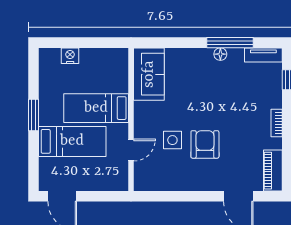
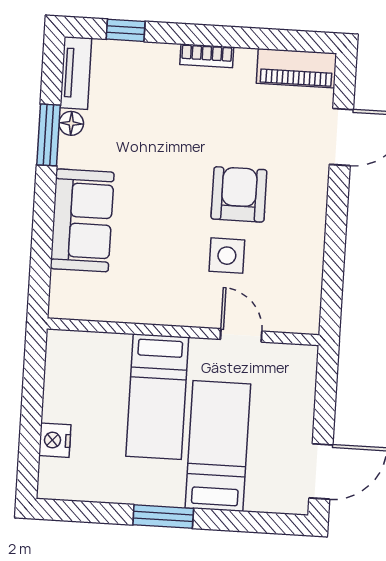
window: (230, 43) -> (48, 135), width x0.69
floor lamp: (220, 54) -> (71, 123), moved
sofa: (149, 74) -> (82, 220), moved, turned 90
armchair: (205, 144) -> (239, 194), turned 90

